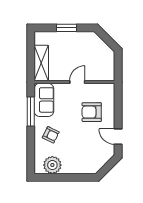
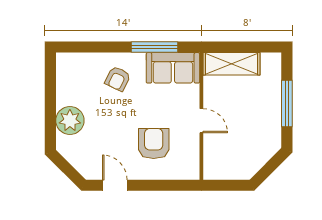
window: (66, 28) -> (287, 104), width x1.44
door: (118, 137) -> (115, 185), hinge flipped
plant: (52, 165) -> (70, 120), moved

